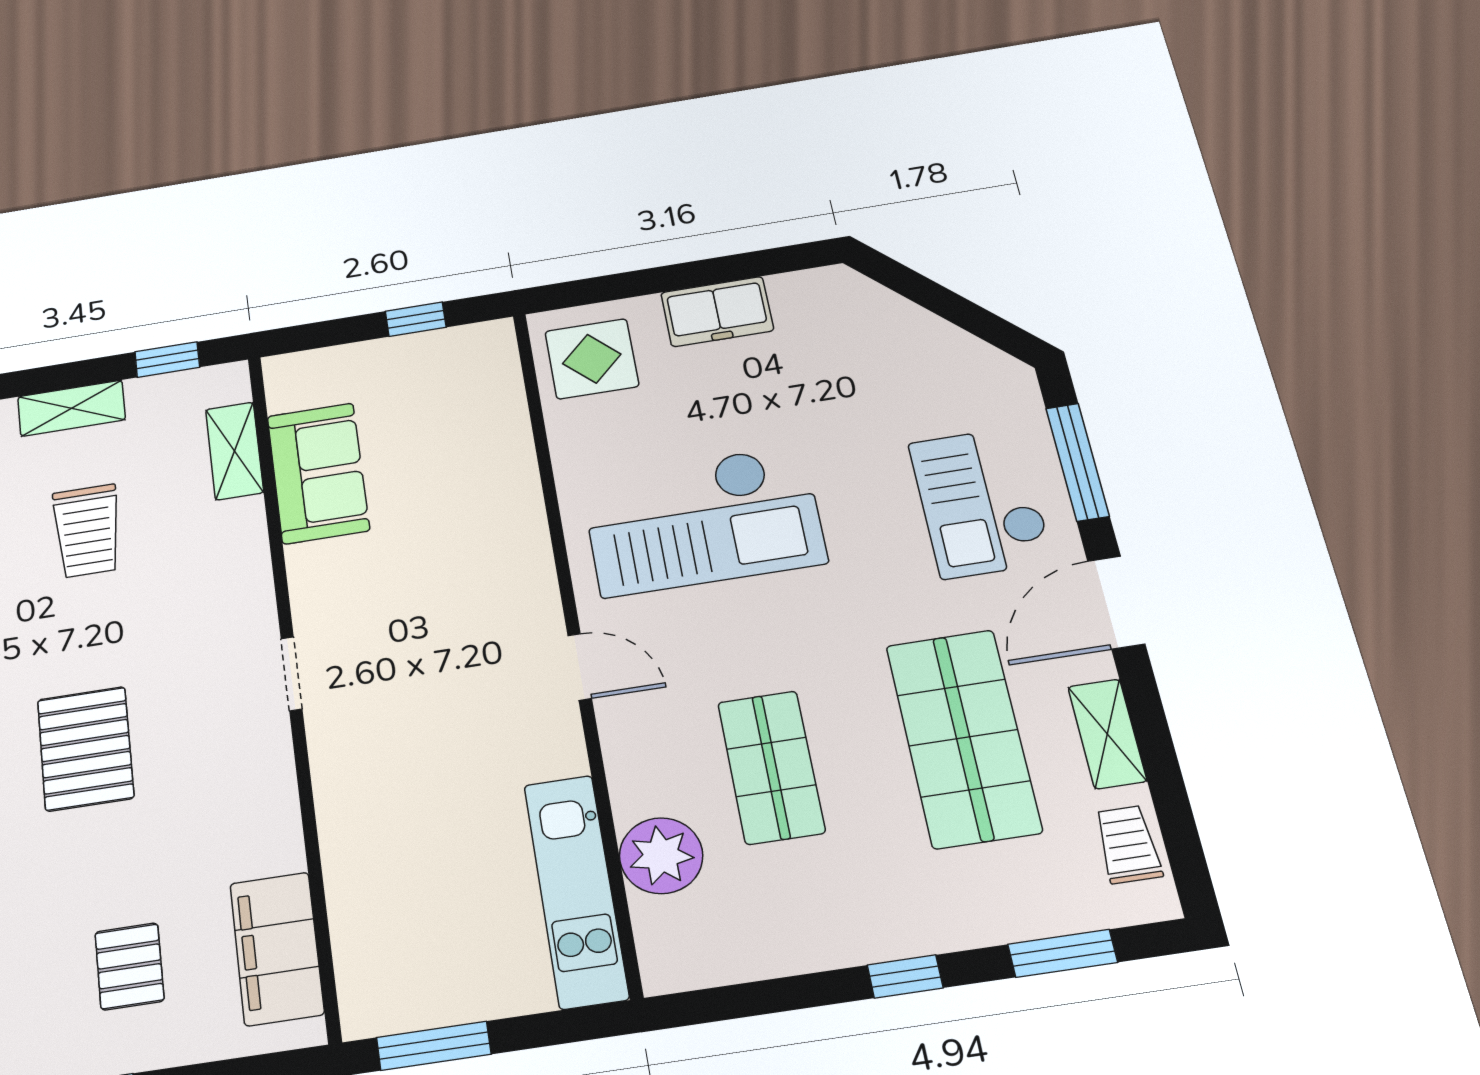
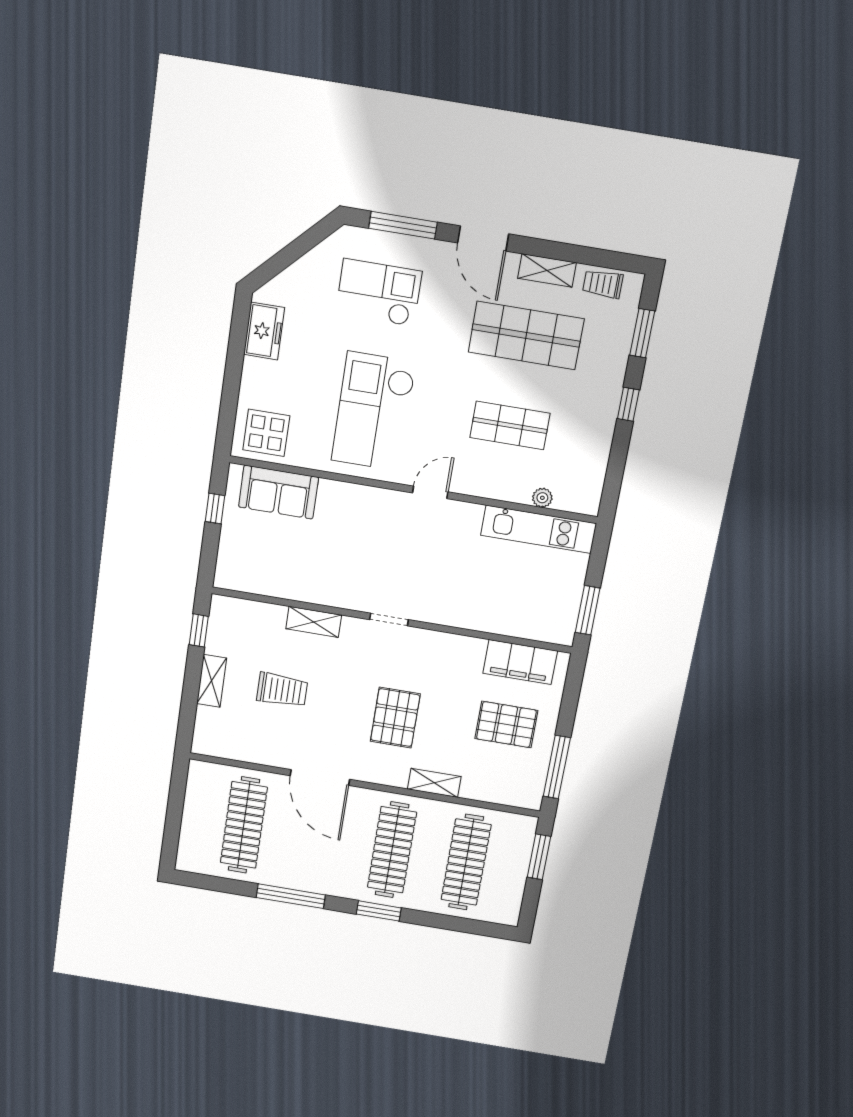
freezer: (717, 312) -> (264, 331), moved
shelving: (234, 451) -> (314, 622), moved
sofa: (318, 473) -> (278, 492), moved, turned 180
checkout: (981, 502) -> (379, 293), moved, turned 180
checkout: (703, 520) -> (374, 411), turned 180
pallet: (85, 749) -> (395, 718), turned 90
plant: (661, 856) -> (542, 498), width x0.53, depth x0.53
pallet: (129, 966) -> (506, 725), width x1.50, depth x1.42

